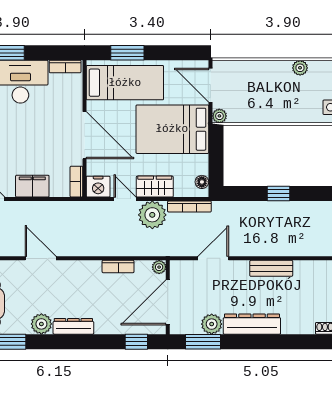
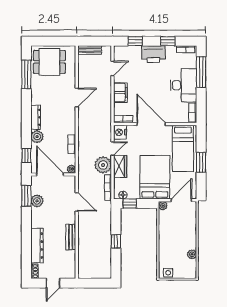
window: (127, 53) -> (201, 162), moved
door: (84, 135) -> (151, 124), swing flipped
window: (216, 171) -> (130, 204), added
plant: (41, 324) -> (37, 137), moved
dresser: (252, 324) -> (37, 246), moved

